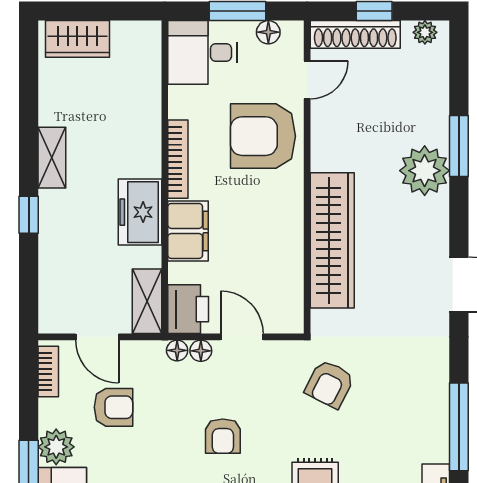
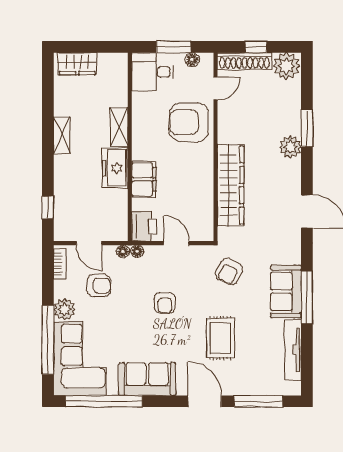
plant: (425, 32) -> (287, 66), width x1.87, depth x1.87
bookcase: (178, 159) -> (138, 136), removed
plant: (425, 171) -> (290, 147), width x0.73, depth x0.73
window: (29, 215) -> (48, 207), moved
shelving: (147, 301) -> (119, 127), moved
floor lamp: (201, 351) -> (123, 251), moved
sofa: (424, 417) -> (286, 291), added

